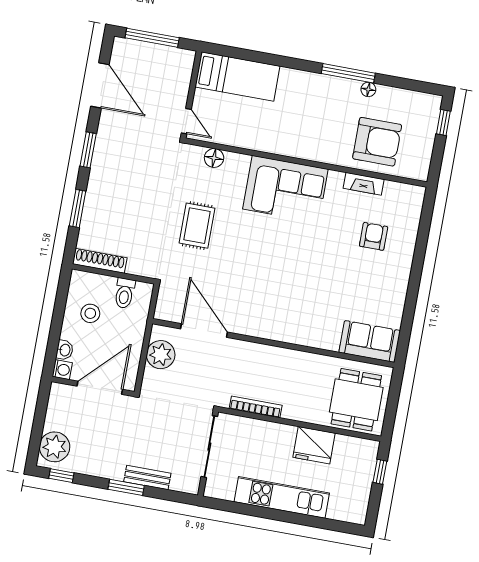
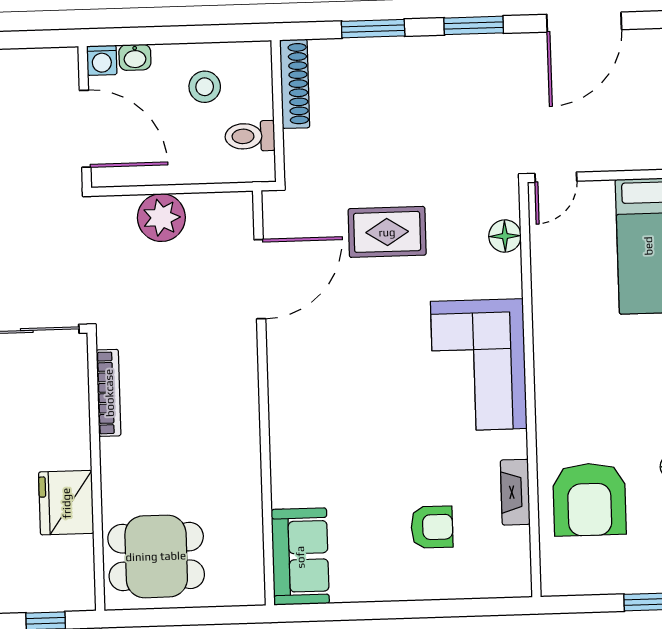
door: (204, 330) -> (260, 279), moved
sofa: (370, 342) -> (300, 557), moved
wall: (273, 343) -> (264, 398), moved

